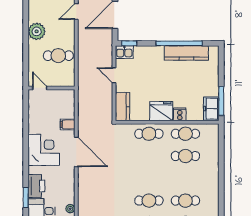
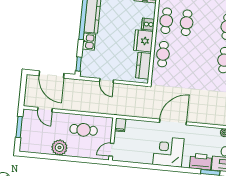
kitchen sink: (124, 52) -> (89, 42), moved
cafe table: (58, 56) -> (84, 130), turned 90
door: (114, 75) -> (107, 81), hinge flipped
kitchen counter: (123, 107) -> (143, 66), moved, turned -90
filing cabinet: (68, 124) -> (120, 125), moved

